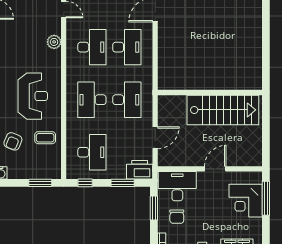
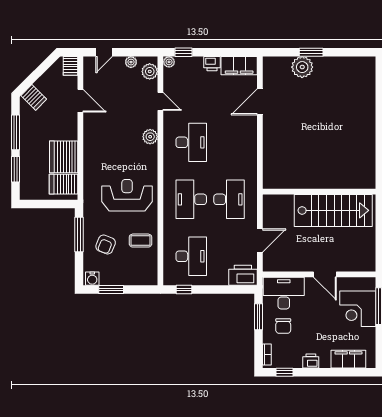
desk: (127, 47) -> (229, 142), removed
reception desk: (33, 96) -> (127, 195), turned -90
door: (215, 169) -> (325, 274), swing flipped
window: (40, 183) -> (111, 289), moved
window: (123, 183) -> (225, 289), removed

